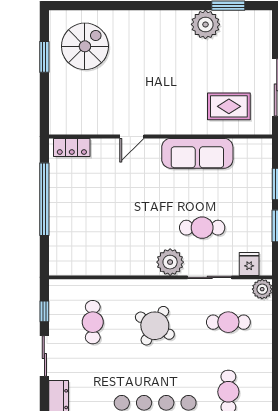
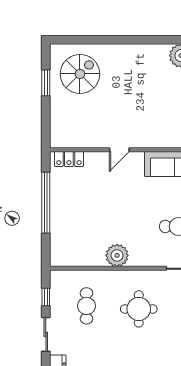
plant: (170, 262) -> (117, 255), moved
round table: (155, 326) -> (139, 309), turned -31

